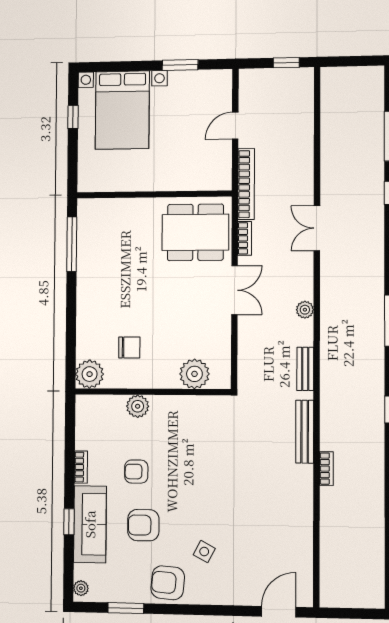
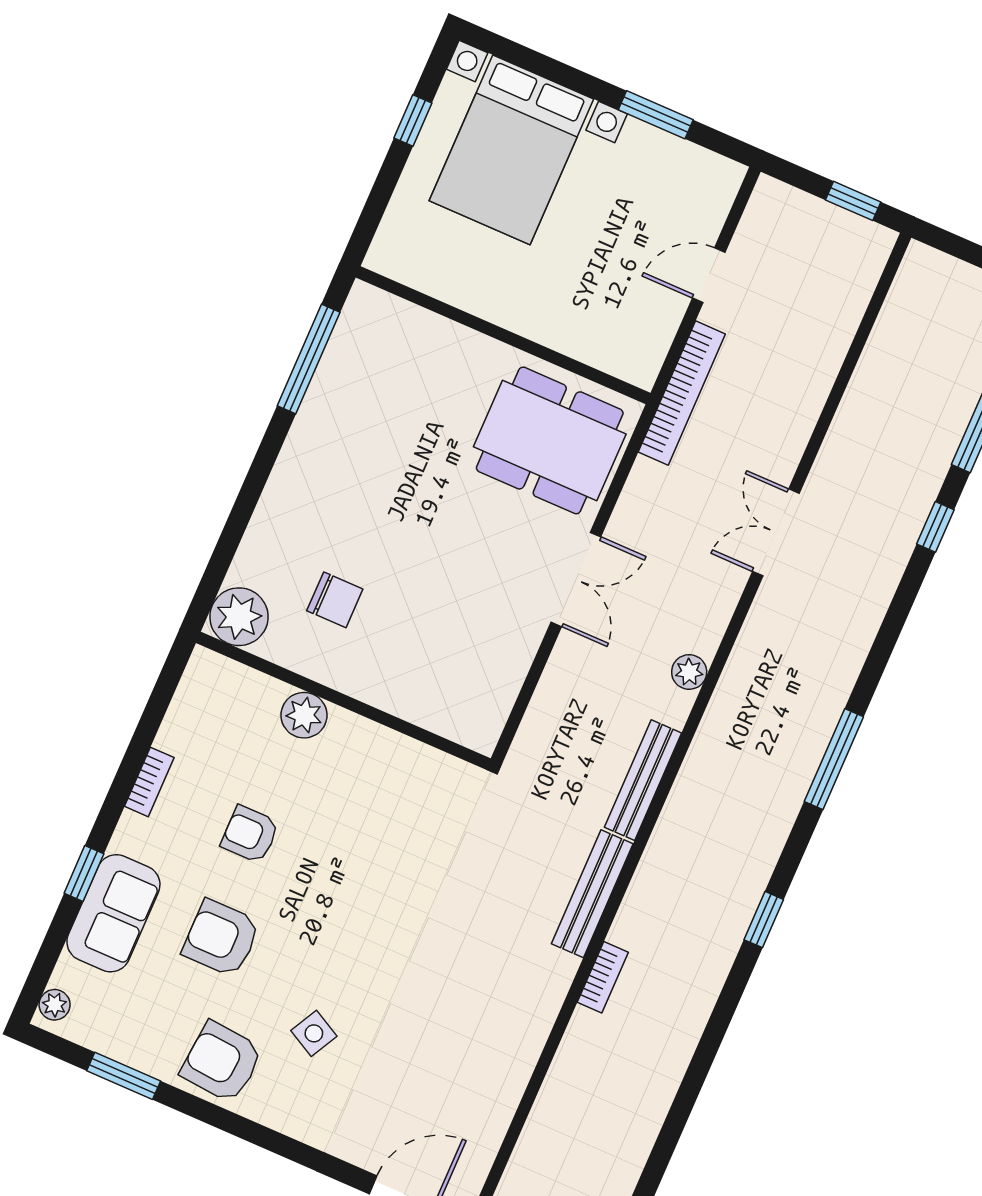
bookcase: (245, 238) -> (636, 492), removed
bench: (305, 369) -> (643, 780), width x1.36
plant: (194, 374) -> (435, 701), removed
sofa: (90, 524) -> (113, 913), width x0.73

